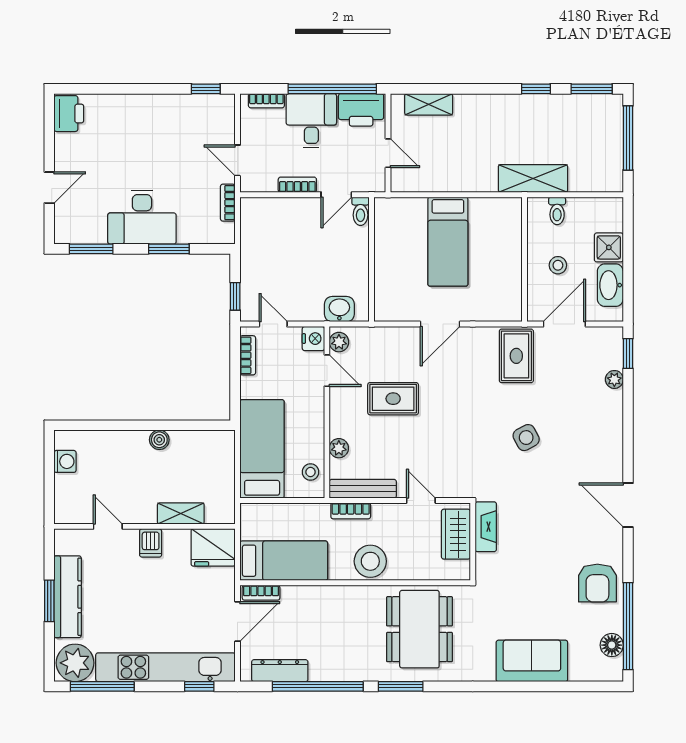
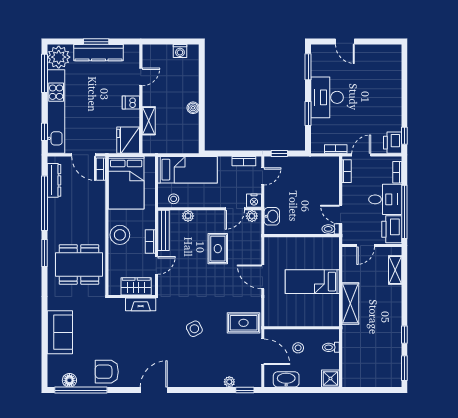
printer: (69, 114) -> (393, 143), moved, turned 90
window: (628, 138) -> (375, 390), removed
shelving: (533, 178) -> (350, 303), moved
bookcase: (297, 185) -> (347, 171), moved
shower: (609, 247) -> (330, 378), moved
bookcase: (351, 511) -> (150, 241), moved
bed: (284, 561) -> (126, 183), width x1.50

